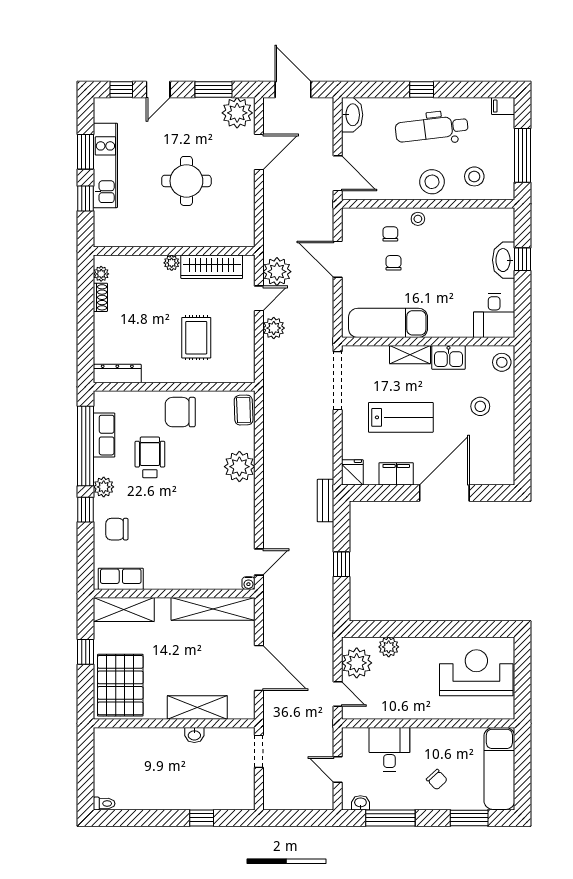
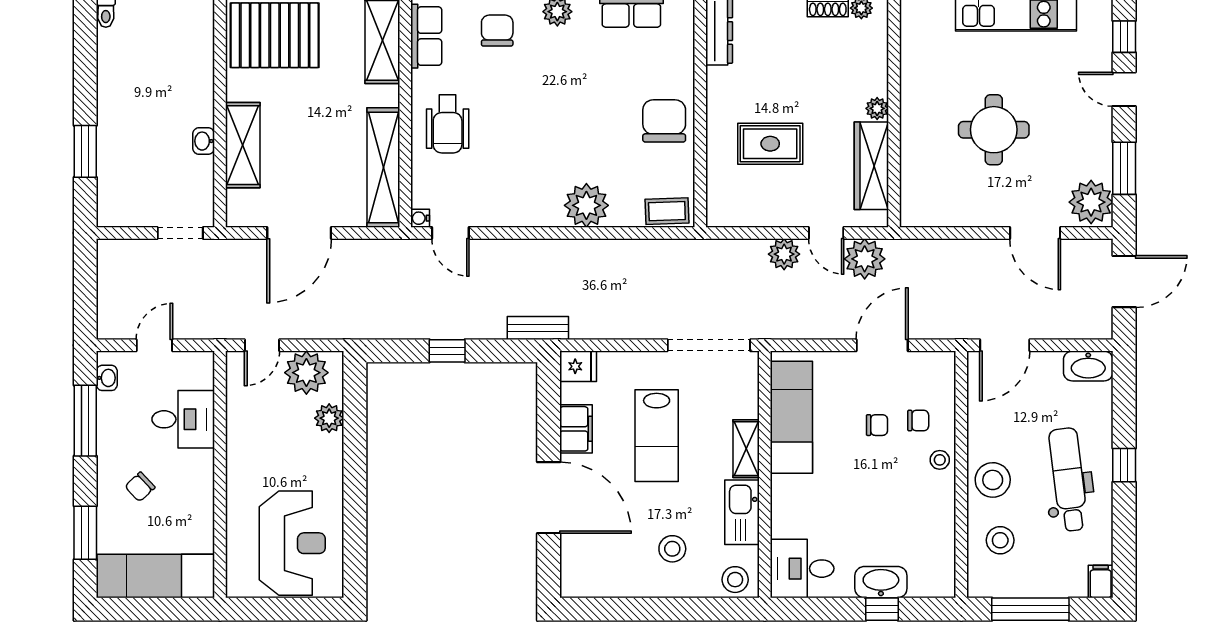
kitchen sink: (448, 357) -> (742, 512), width x1.38
wheelchair: (150, 457) -> (448, 124), moved, turned 90
window: (202, 818) -> (85, 151), width x1.50

